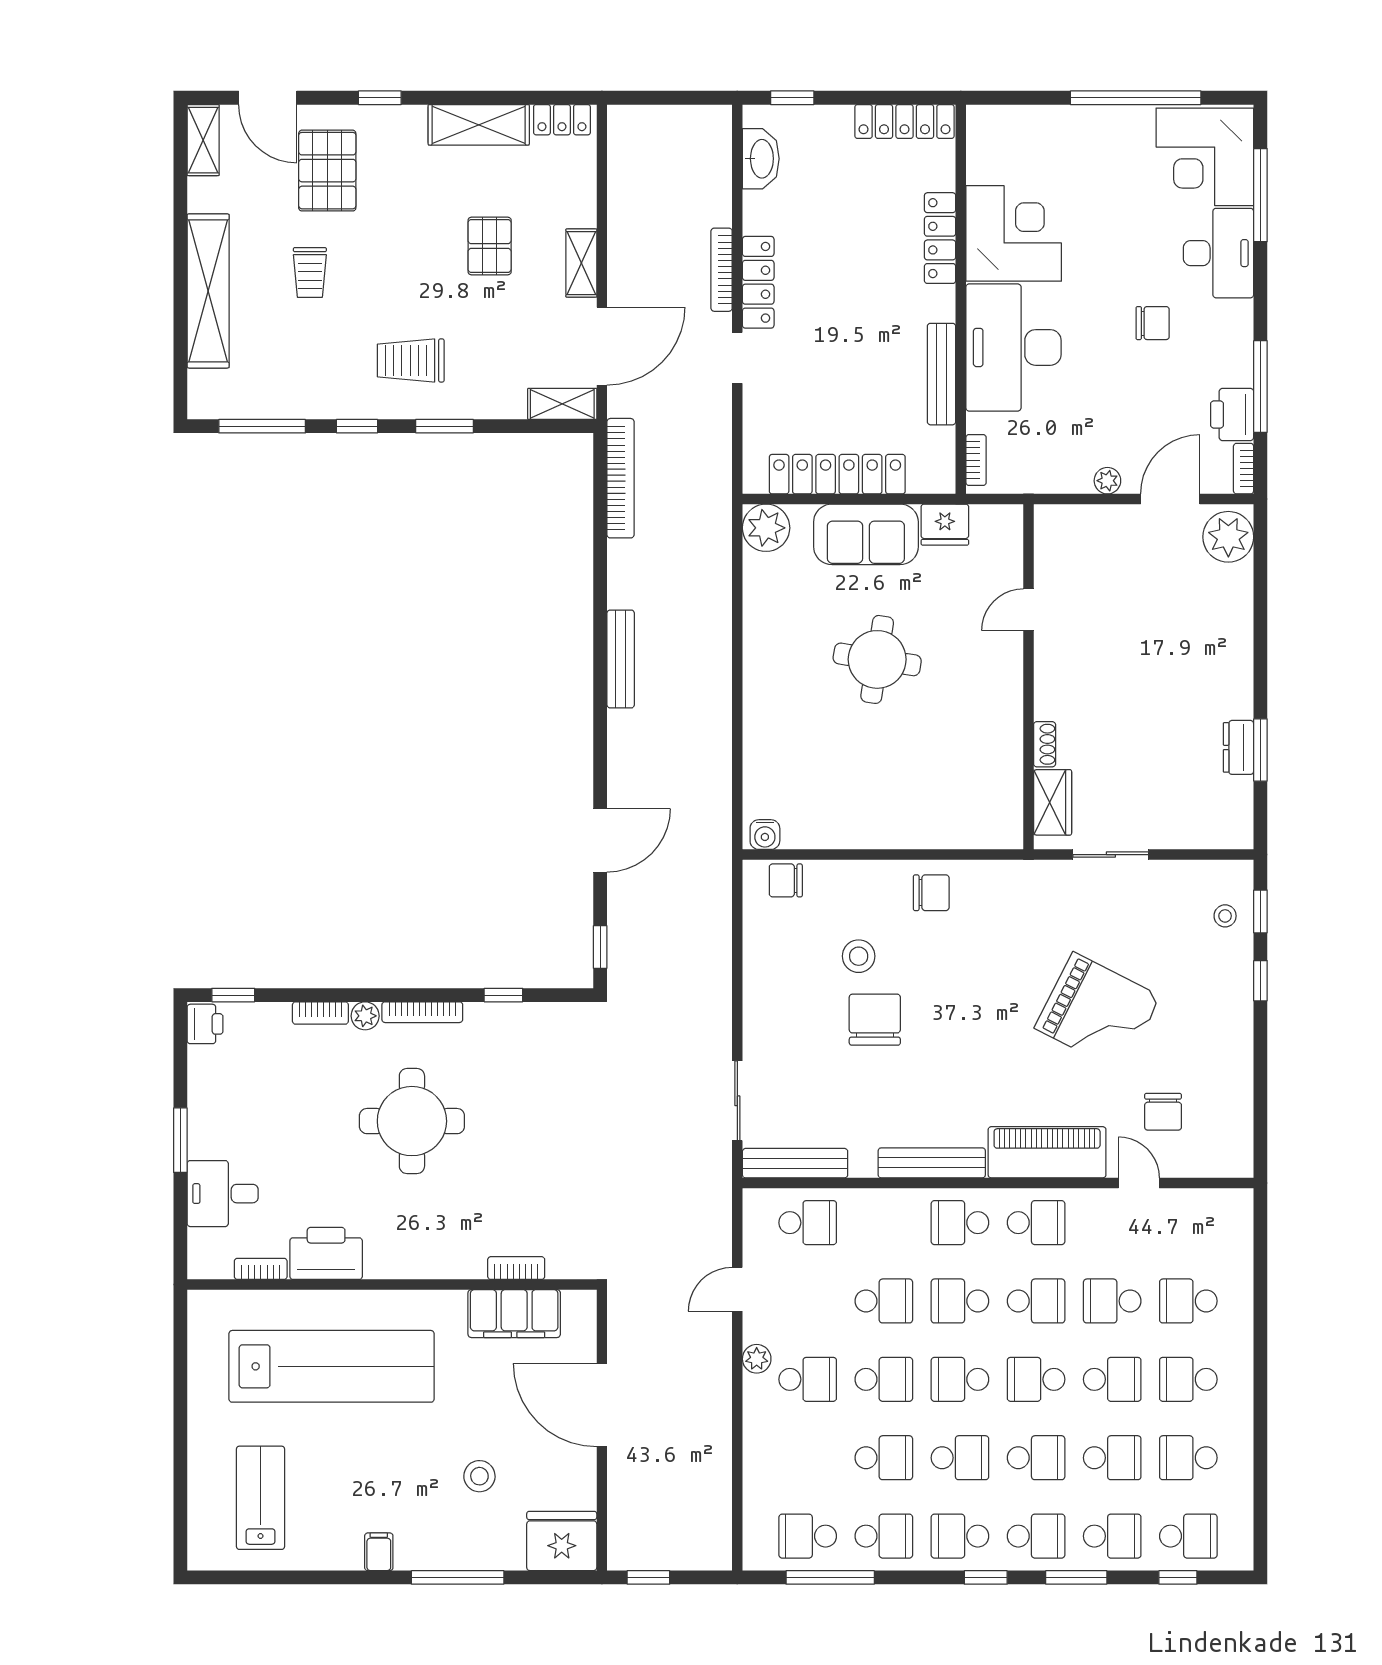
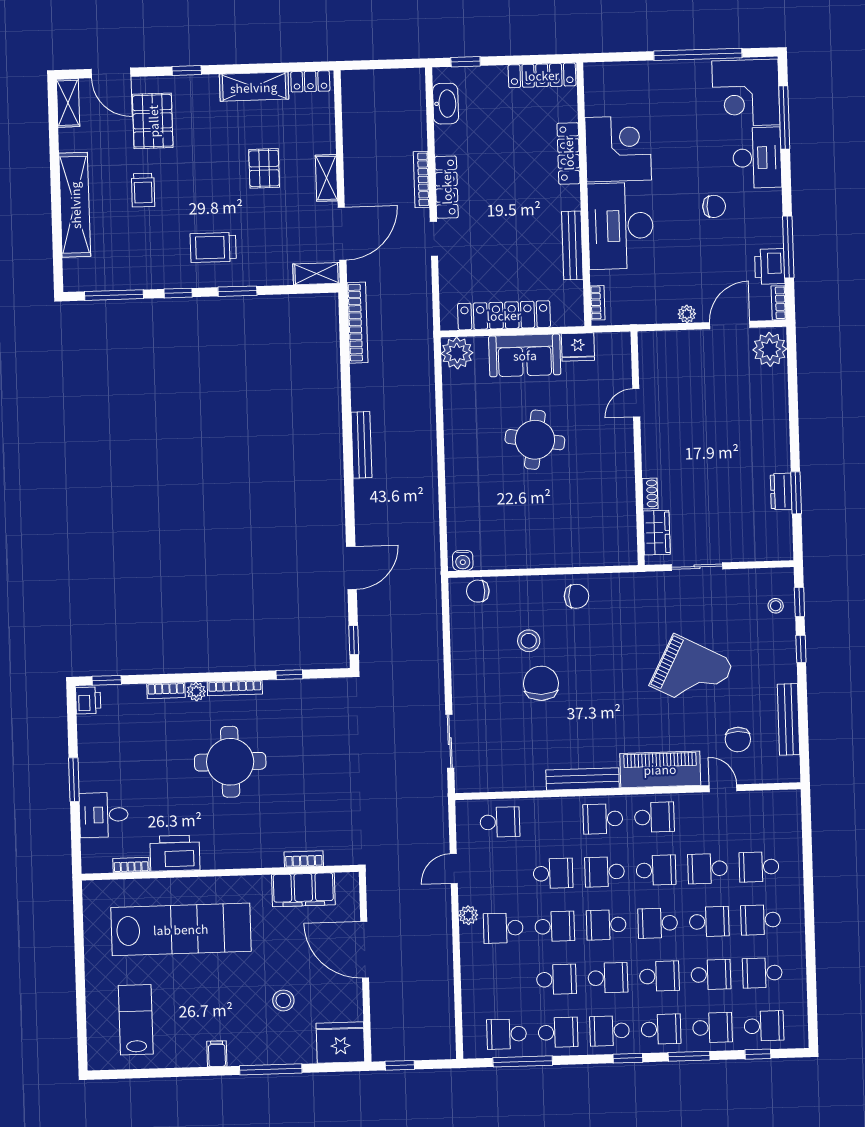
bench: (795, 1163) -> (789, 719), moved, turned 90
school desk: (808, 1379) -> (503, 928), turned 180

